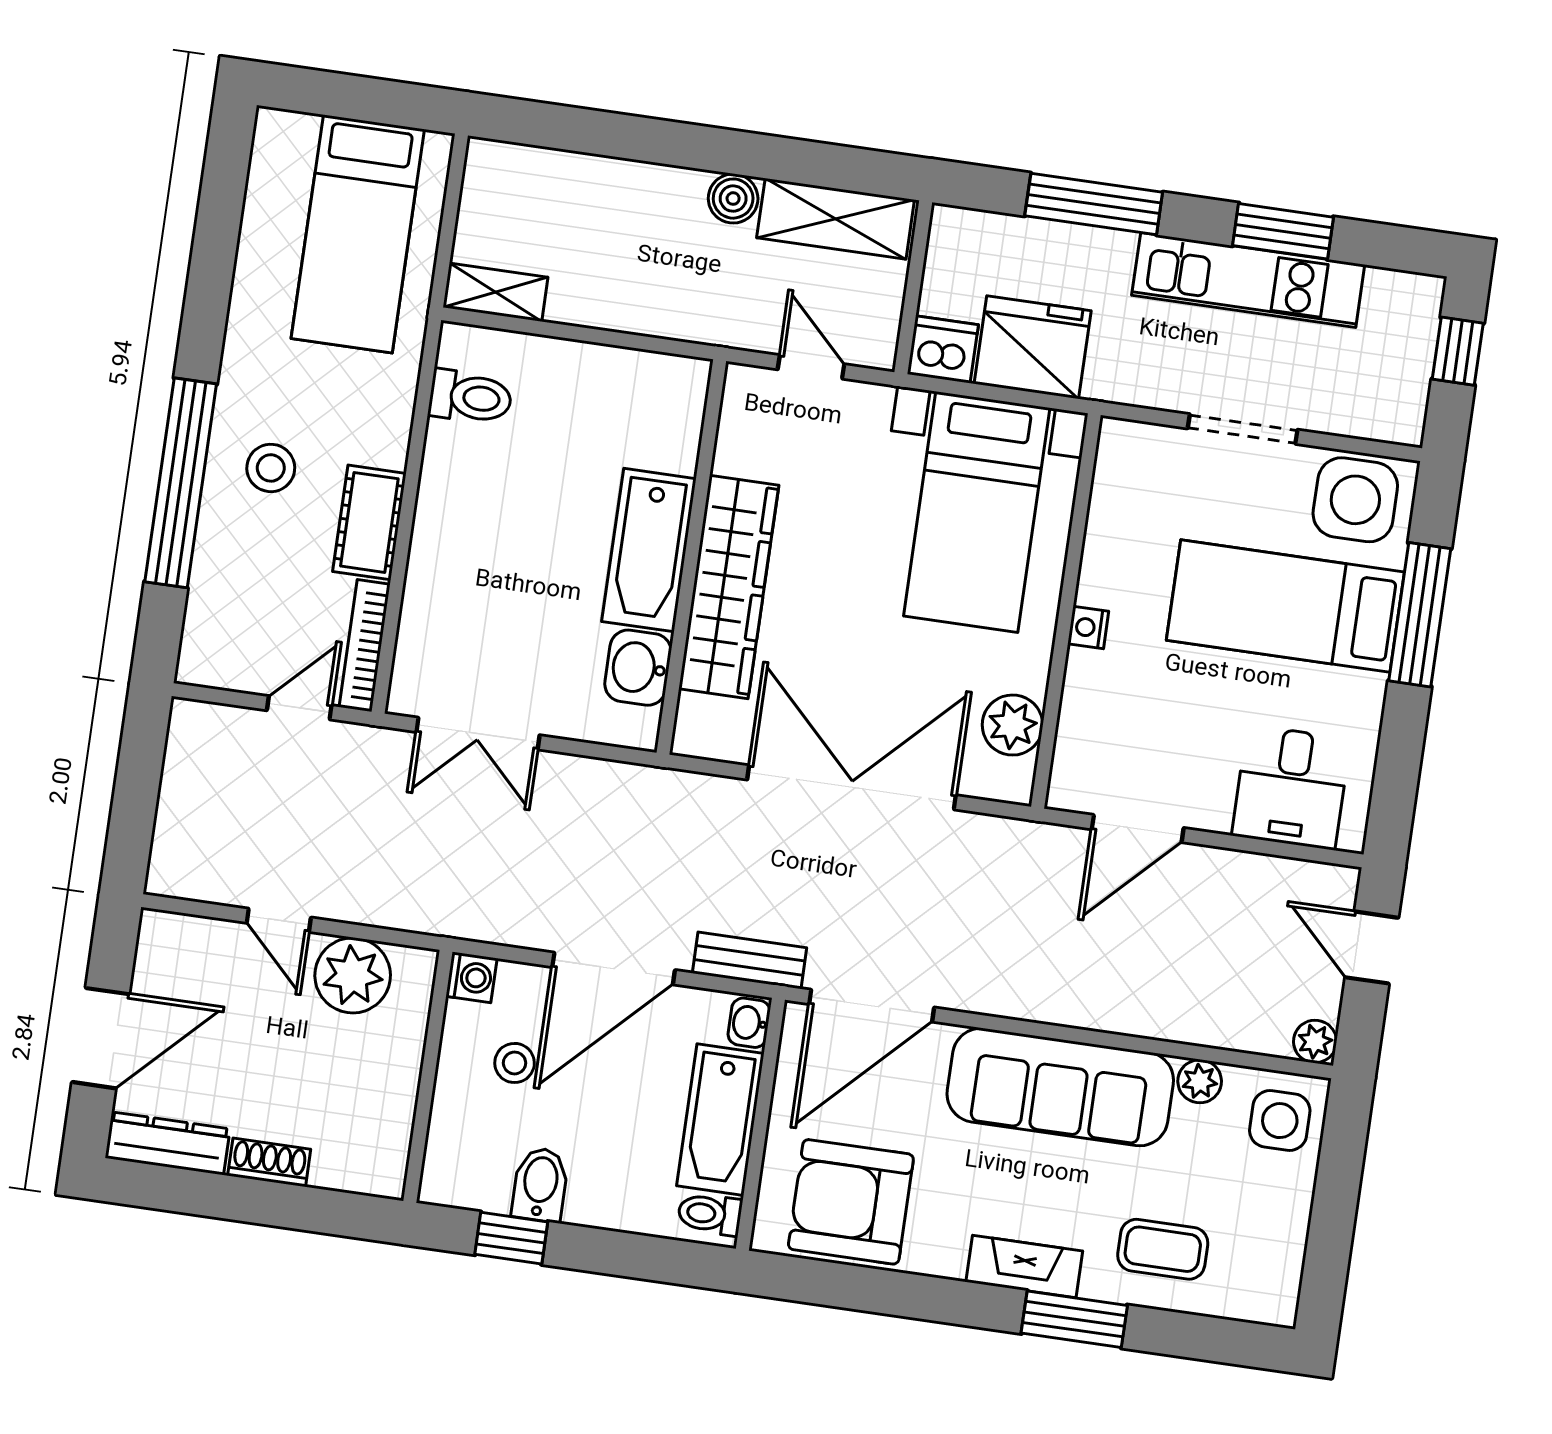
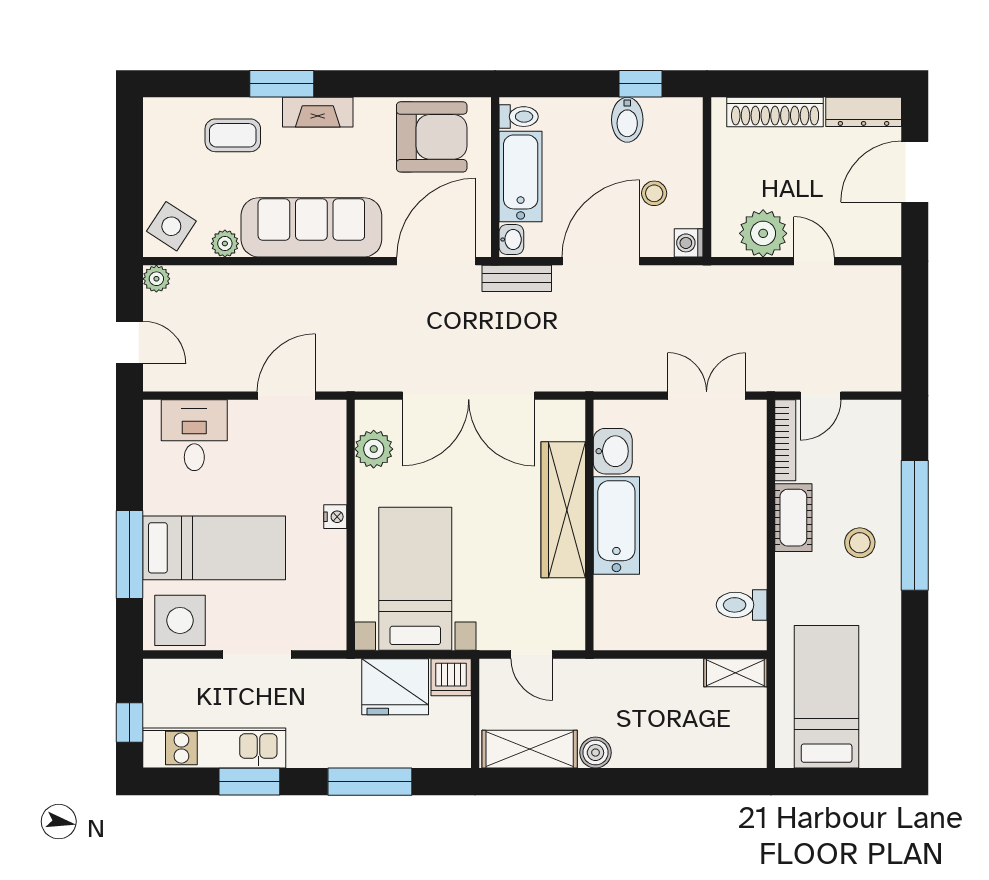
kitchen unit: (1248, 280) -> (214, 748), moved
side table: (1280, 1121) -> (171, 226), turned 33
shoe rack: (269, 1162) -> (775, 112), width x1.94, depth x1.24

